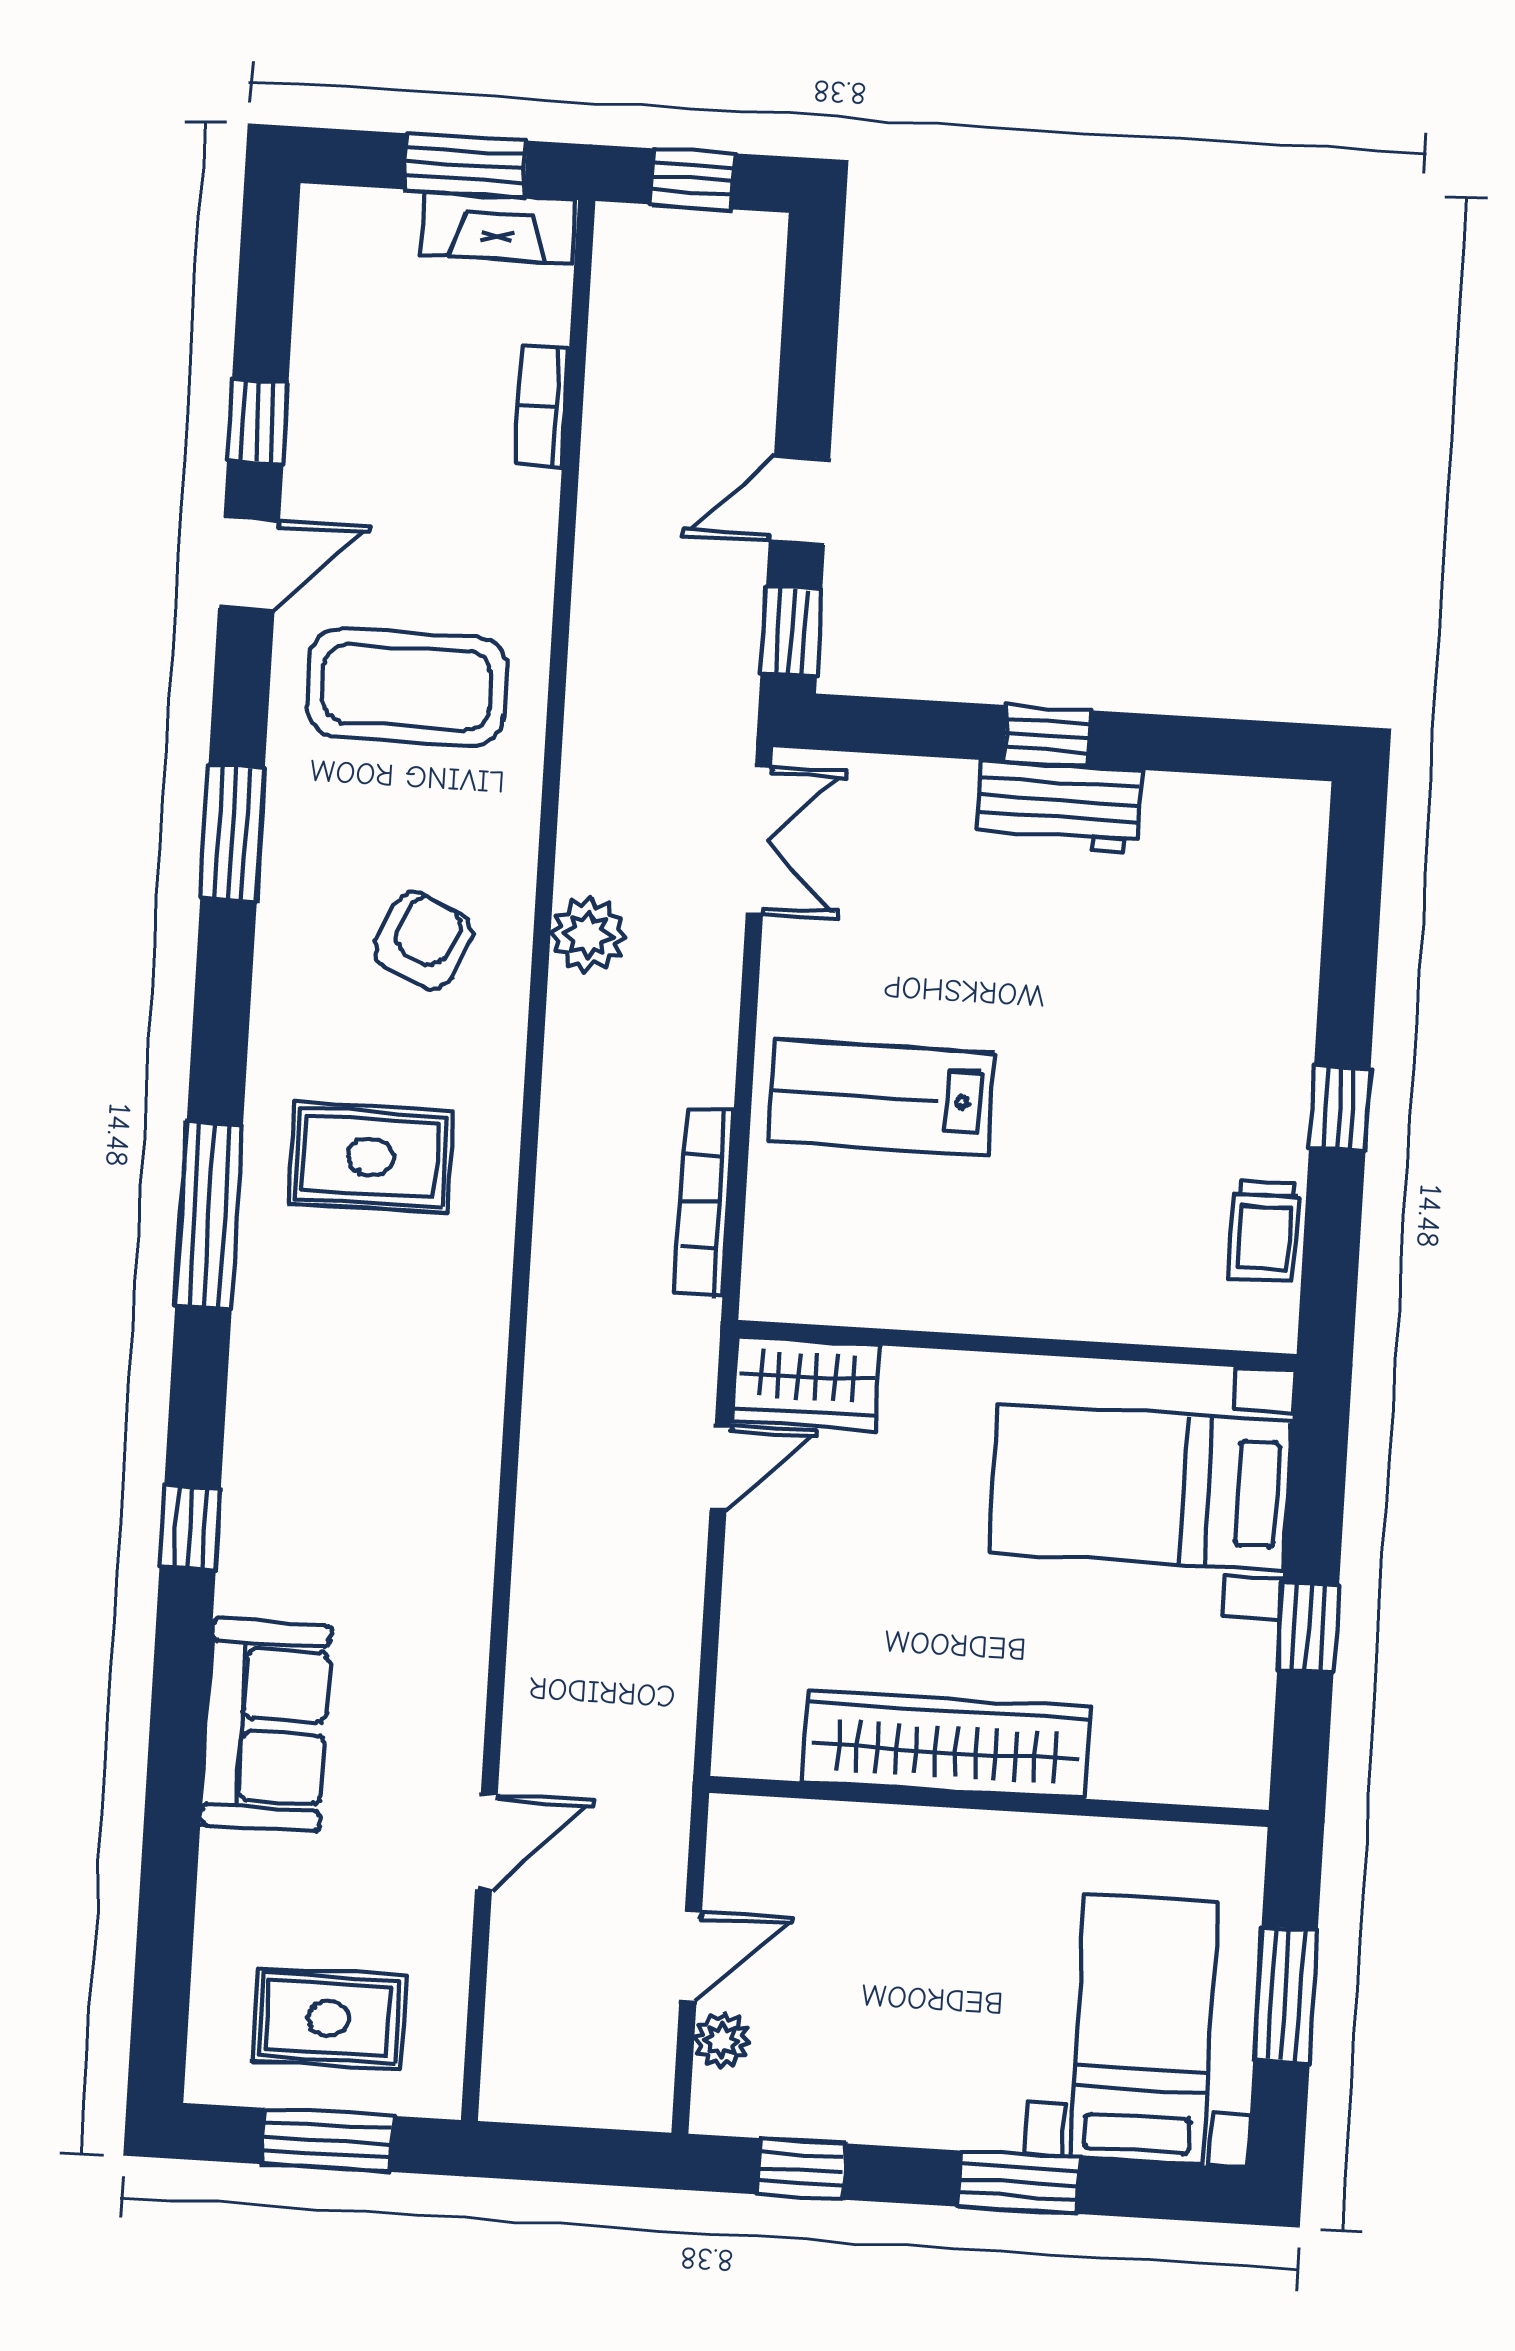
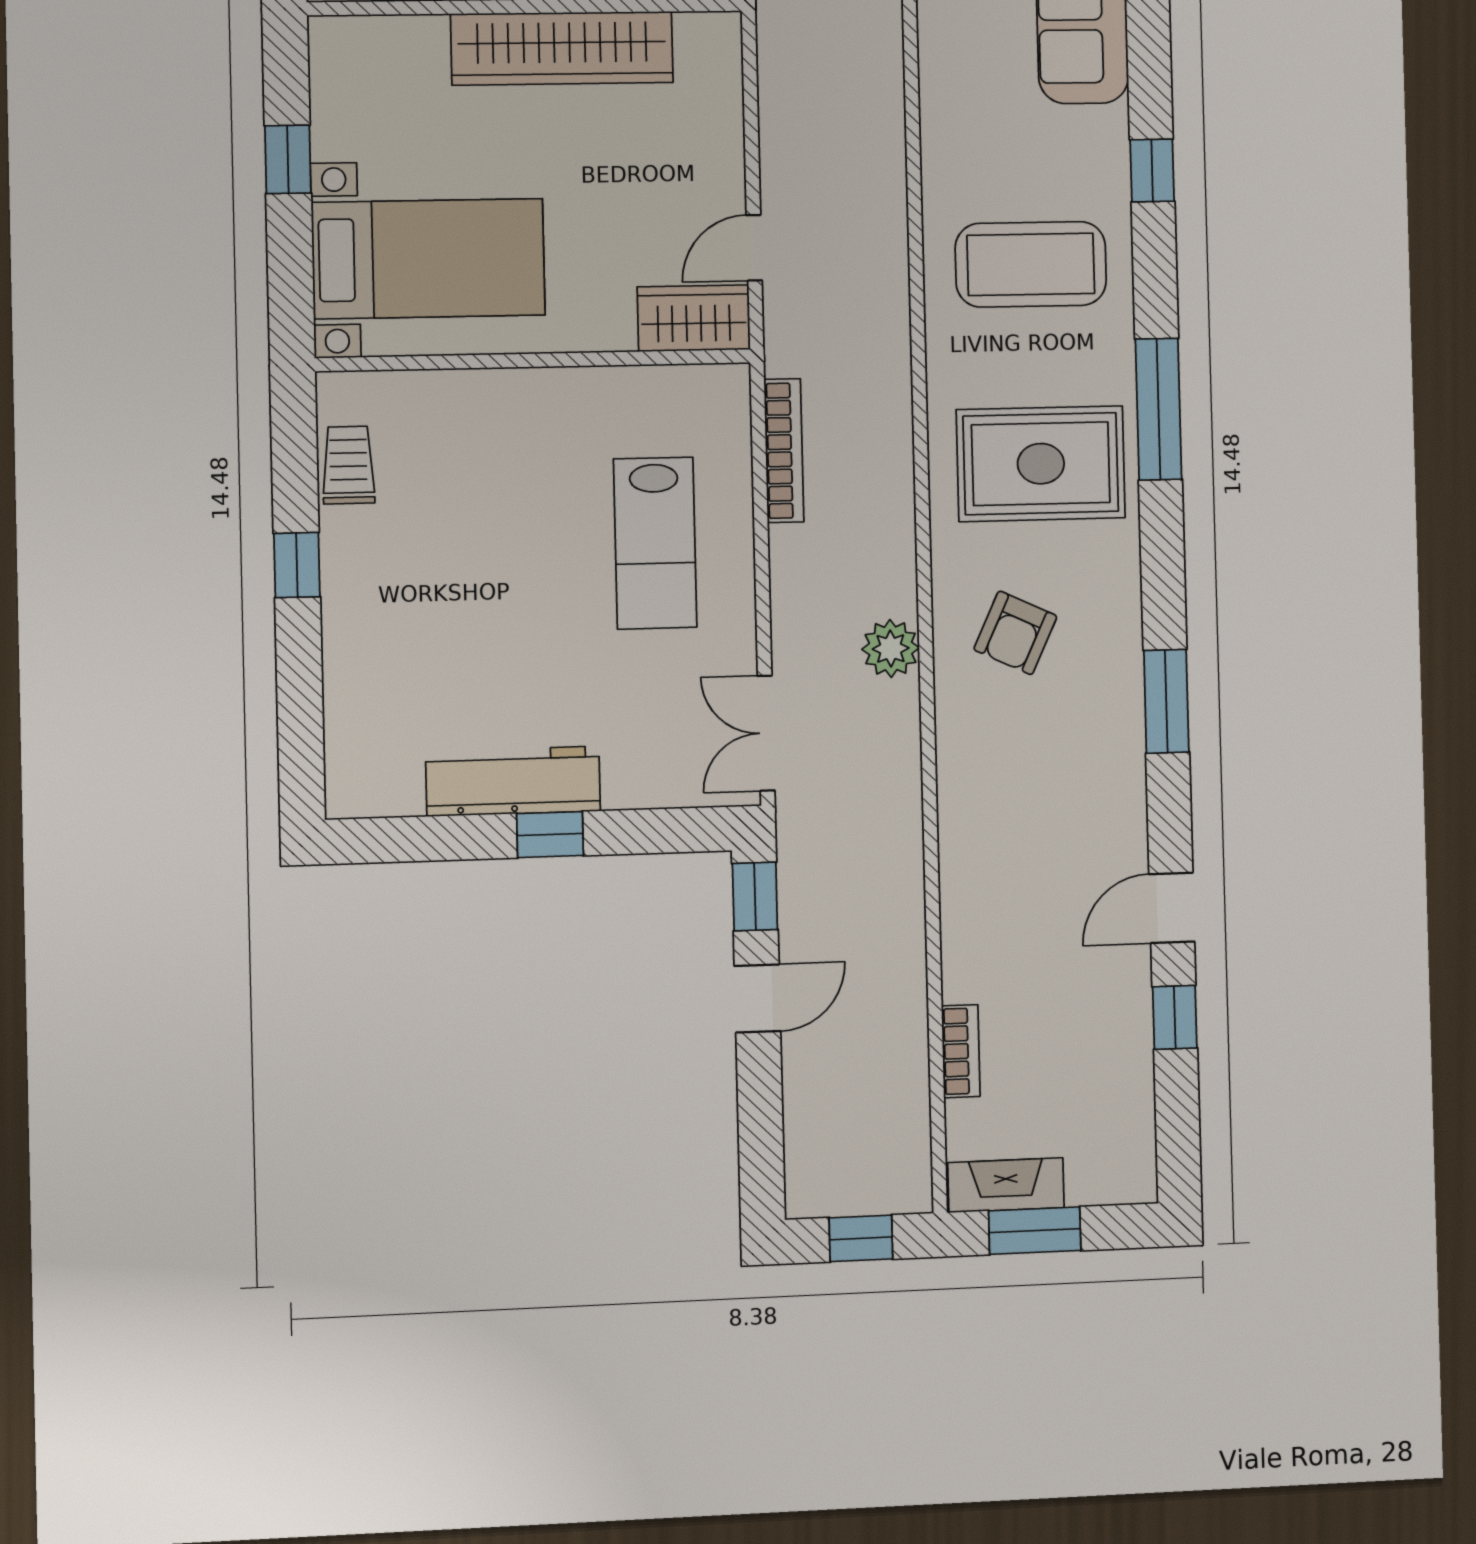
coffee table: (407, 687) -> (1031, 264), moved
workbench: (1059, 807) -> (513, 781), width x1.38
lab bench: (881, 1097) -> (655, 543), turned 90
rug: (371, 1157) -> (1041, 464), width x1.36, depth x1.43

